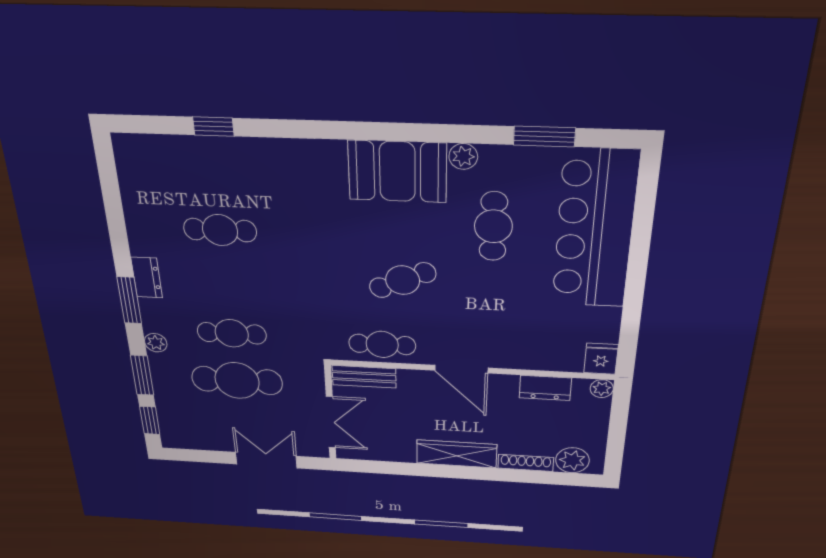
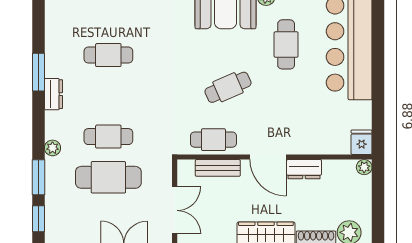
window: (129, 300) -> (38, 72), moved
bench: (364, 377) -> (218, 168), moved
dresser: (545, 388) -> (304, 169), moved

